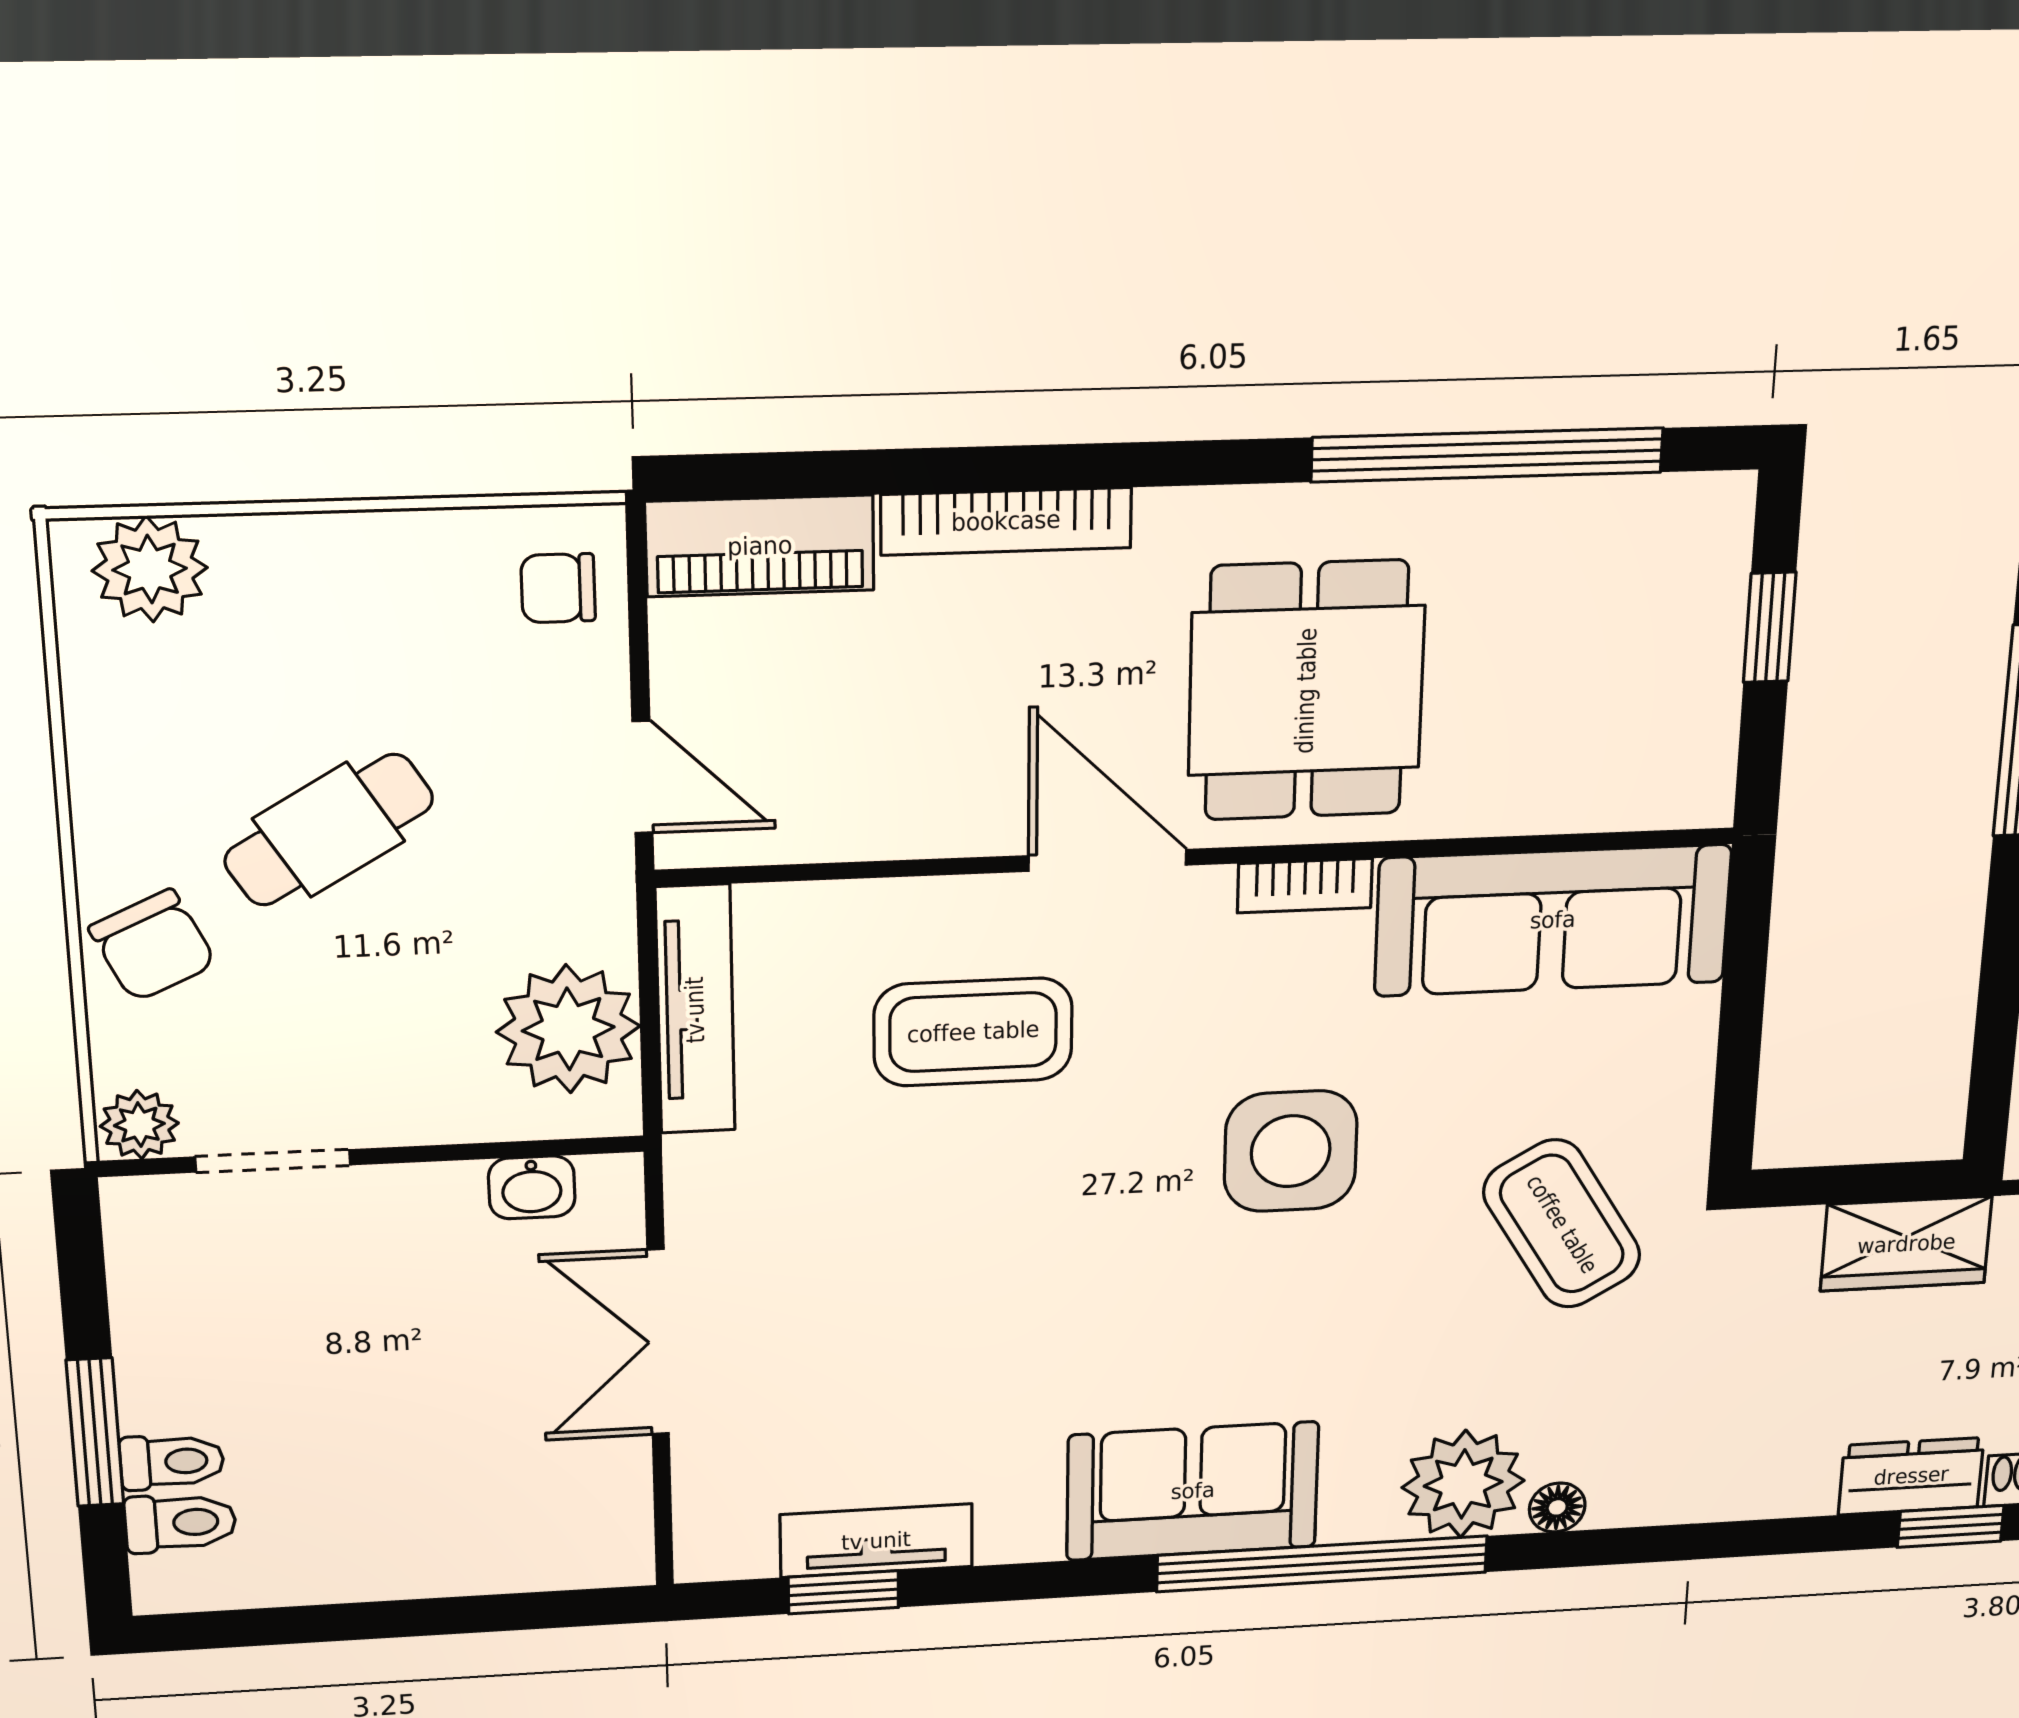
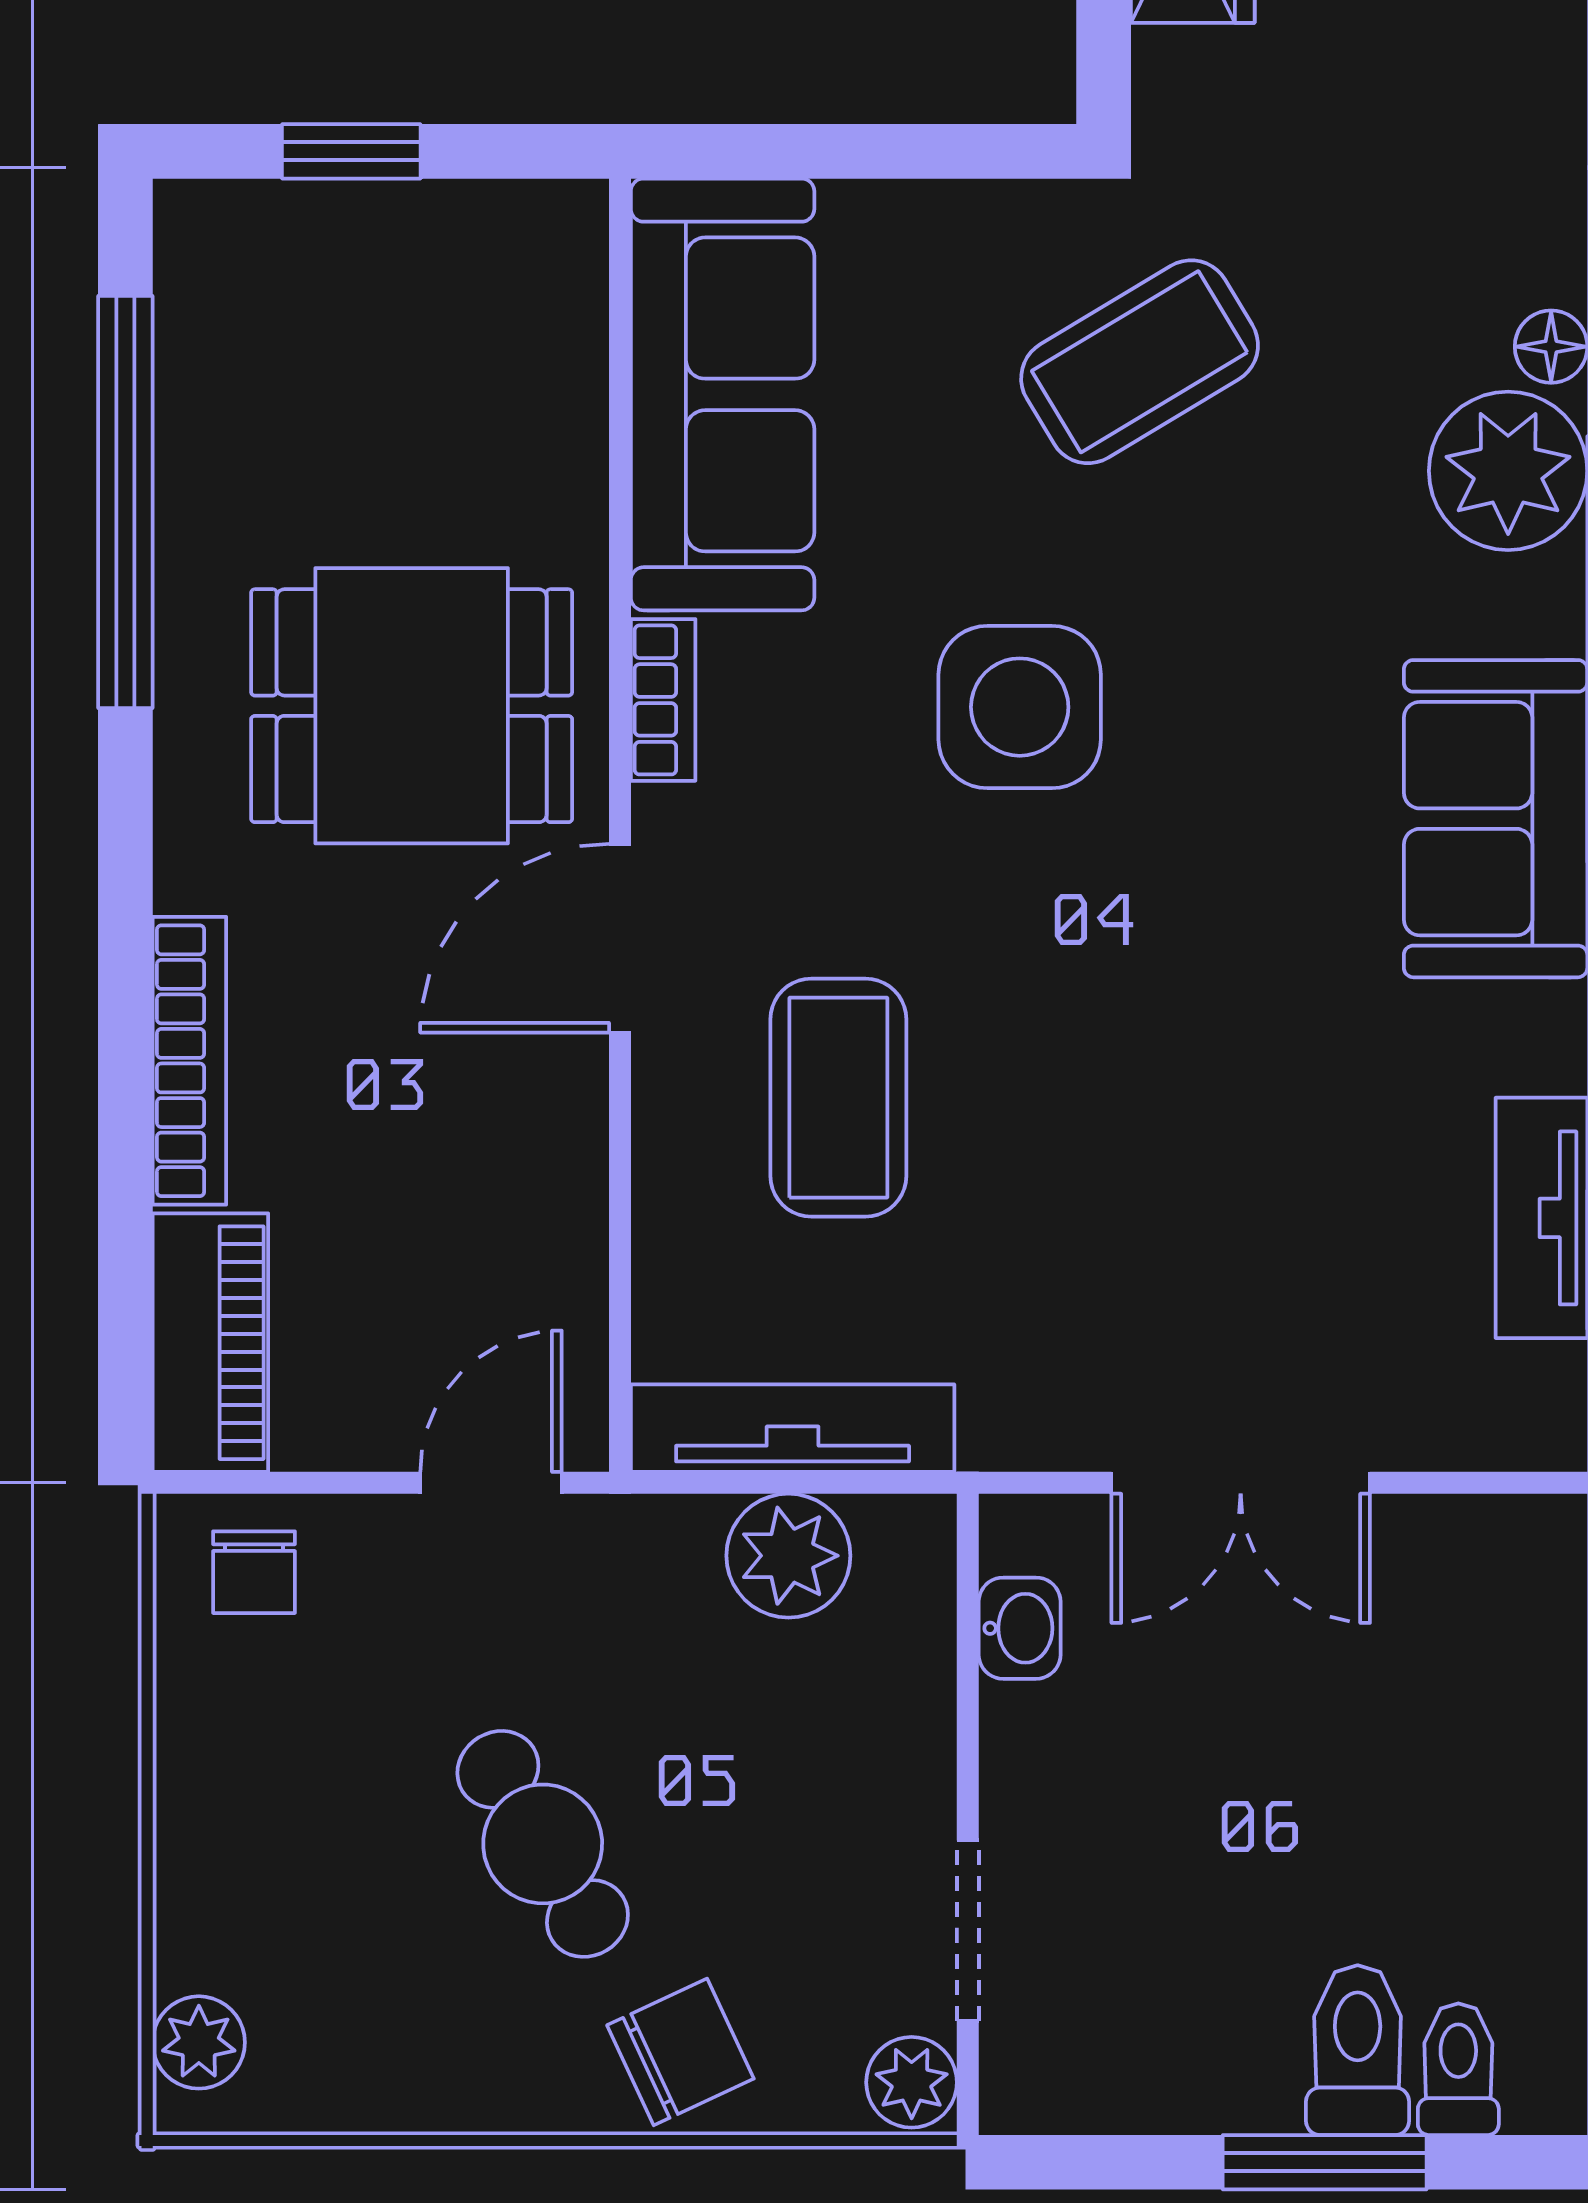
plant: (150, 569) -> (199, 2042), width x0.73, depth x0.73
plant: (568, 1029) -> (788, 1556), width x0.73, depth x0.73
toilet: (172, 1462) -> (1358, 2050), width x1.37, depth x1.39

